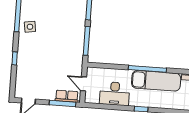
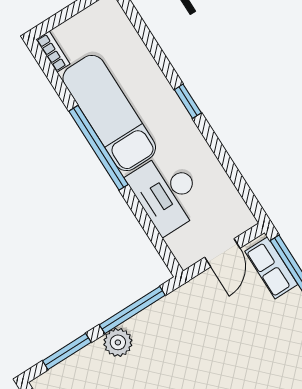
plant: (80, 28) -> (118, 342), added
desk: (115, 94) -> (167, 193), moved, turned 180

